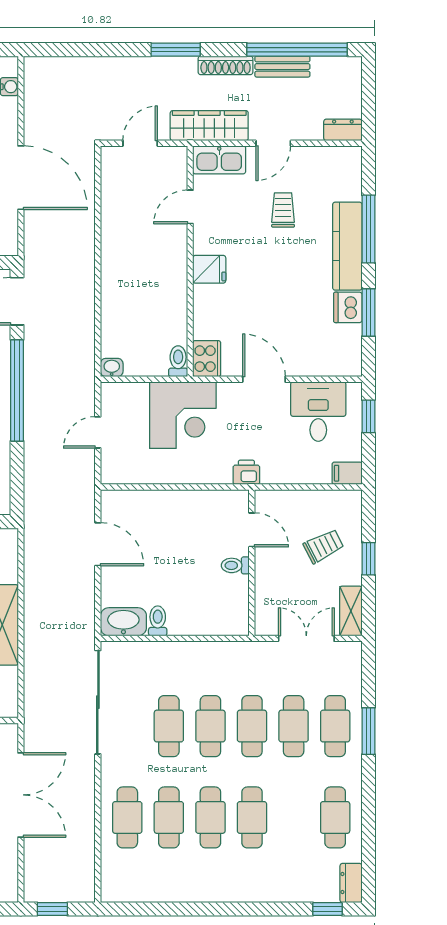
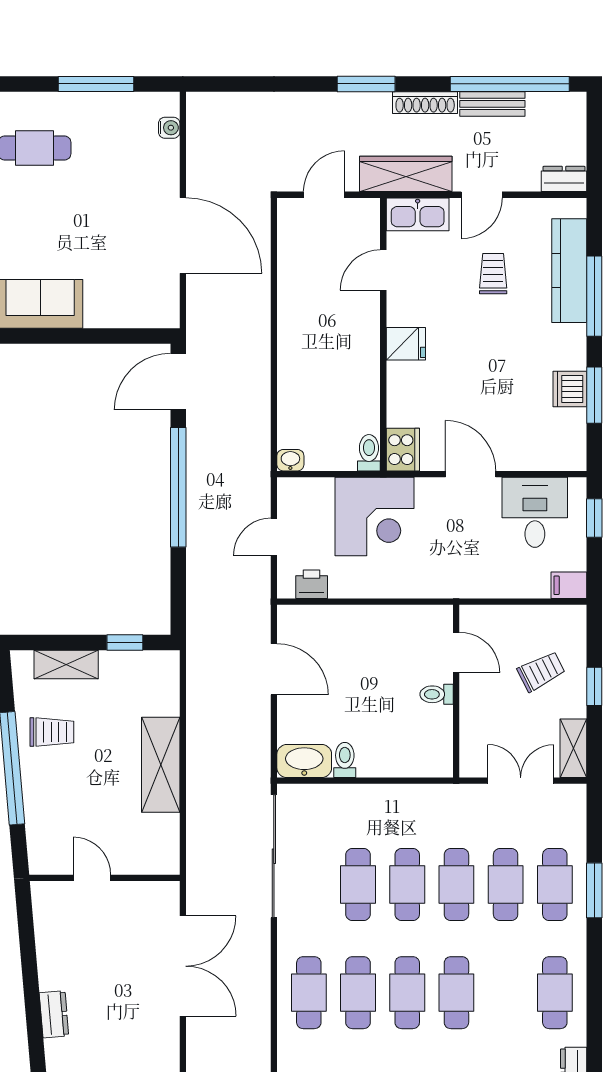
kitchen counter: (347, 246) -> (569, 271), moved
printer: (246, 472) -> (312, 584), moved

